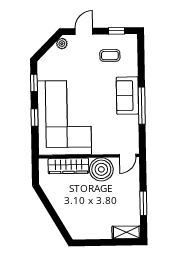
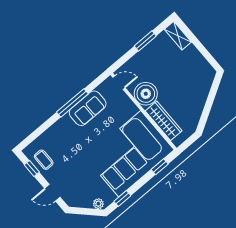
plant: (62, 44) -> (98, 204), moved
coffee table: (110, 55) -> (44, 160), moved
sofa: (127, 96) -> (88, 108), moved
window: (34, 117) -> (160, 167), moved

